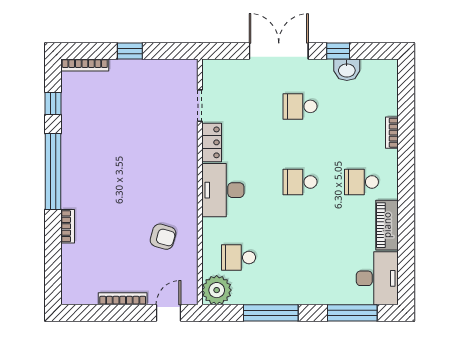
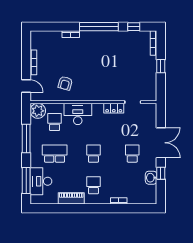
desk: (223, 190) -> (78, 114), moved
school desk: (300, 258) -> (55, 154), added
desk: (377, 278) -> (41, 181), moved, turned 90

